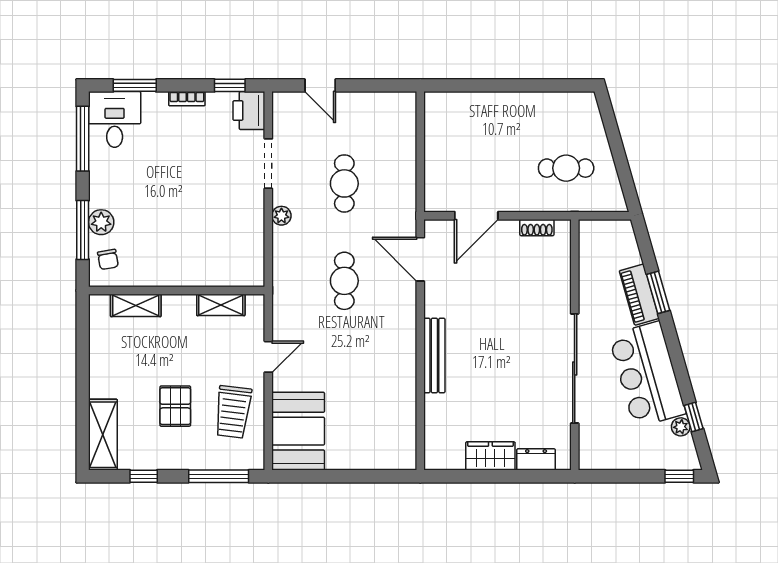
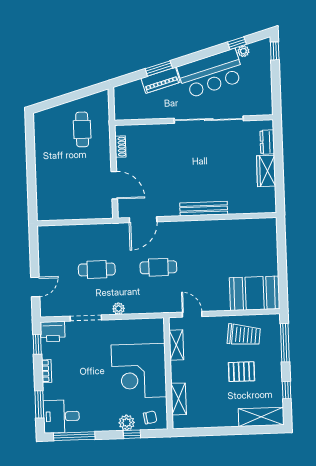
window: (83, 230) -> (132, 434), width x0.46
corner desk: (182, 244) -> (139, 371), added
door: (268, 357) -> (192, 314), moved

